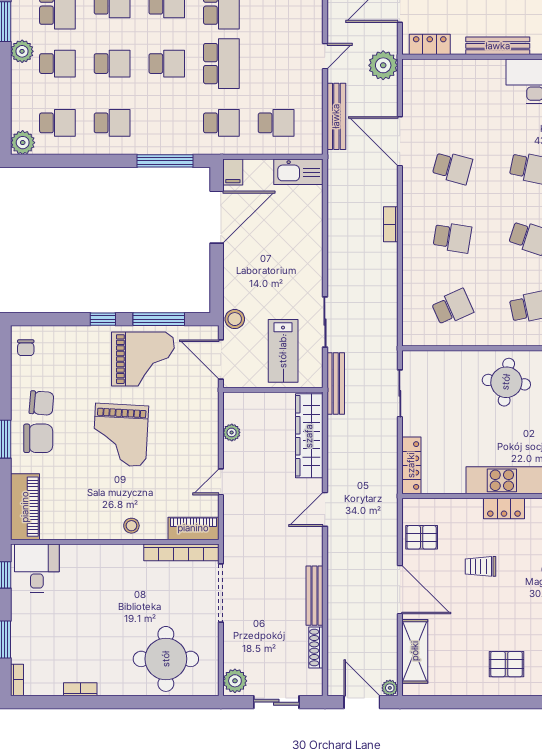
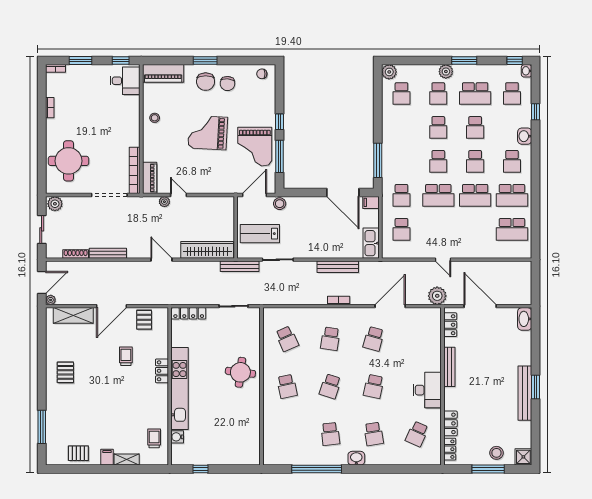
bench: (336, 116) -> (338, 267), moved
school desk: (112, 123) -> (401, 127), removed
plant: (232, 432) -> (164, 202), moved
stool: (131, 526) -> (155, 118), moved

